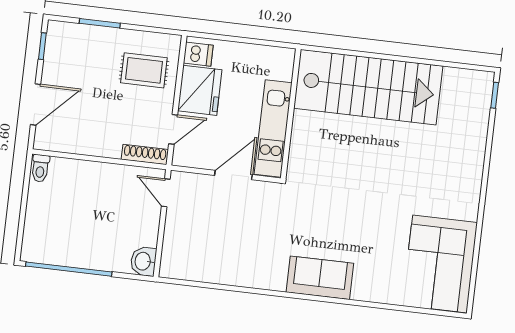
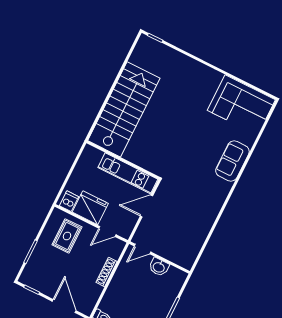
door: (173, 129) -> (107, 231), swing flipped
shoe rack: (145, 154) -> (107, 272), moved
door: (233, 175) -> (146, 206), hinge flipped
washbasin: (143, 261) -> (159, 267), moved
sofa: (320, 278) -> (232, 161), moved

